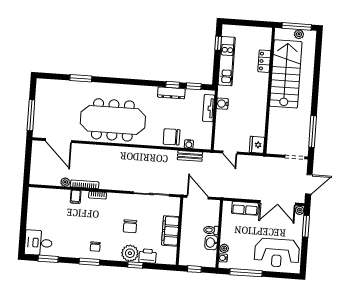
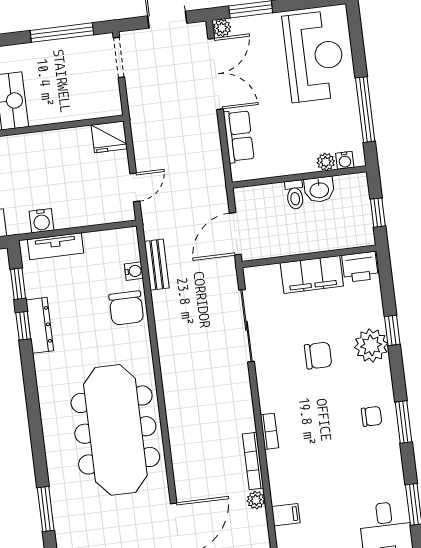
filing cabinet: (76, 197) -> (286, 515), moved
printer: (147, 256) -> (360, 267), moved, turned -90

